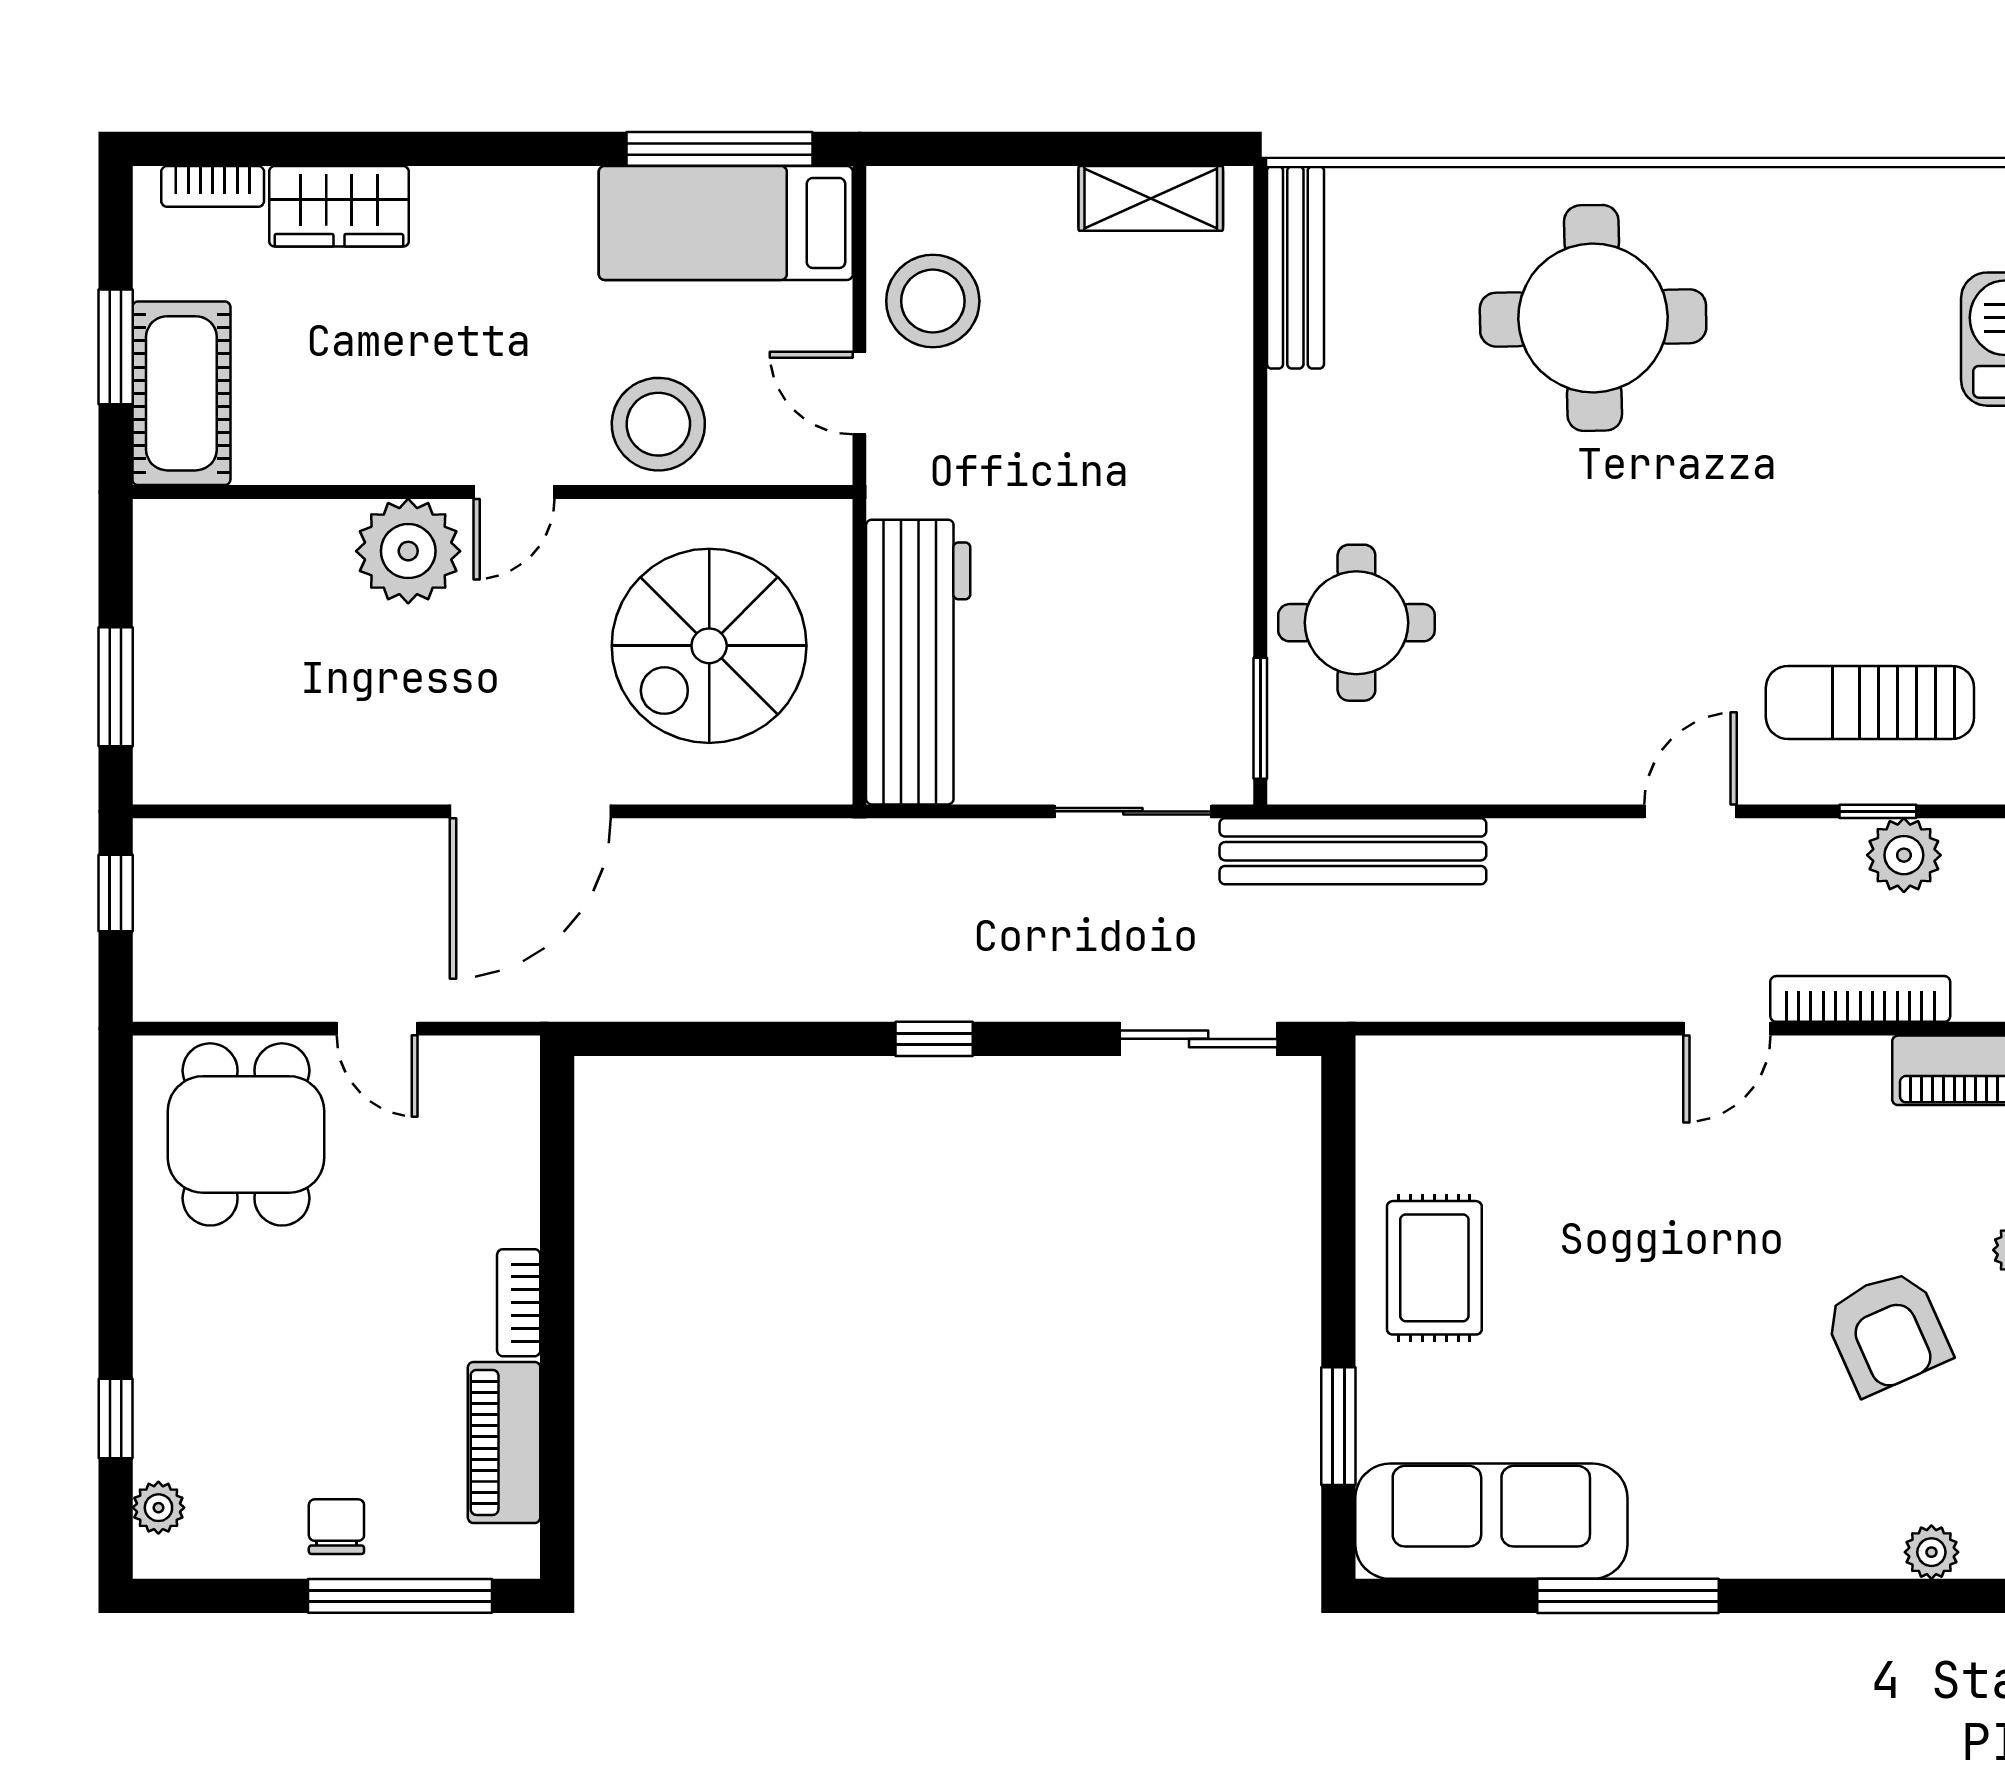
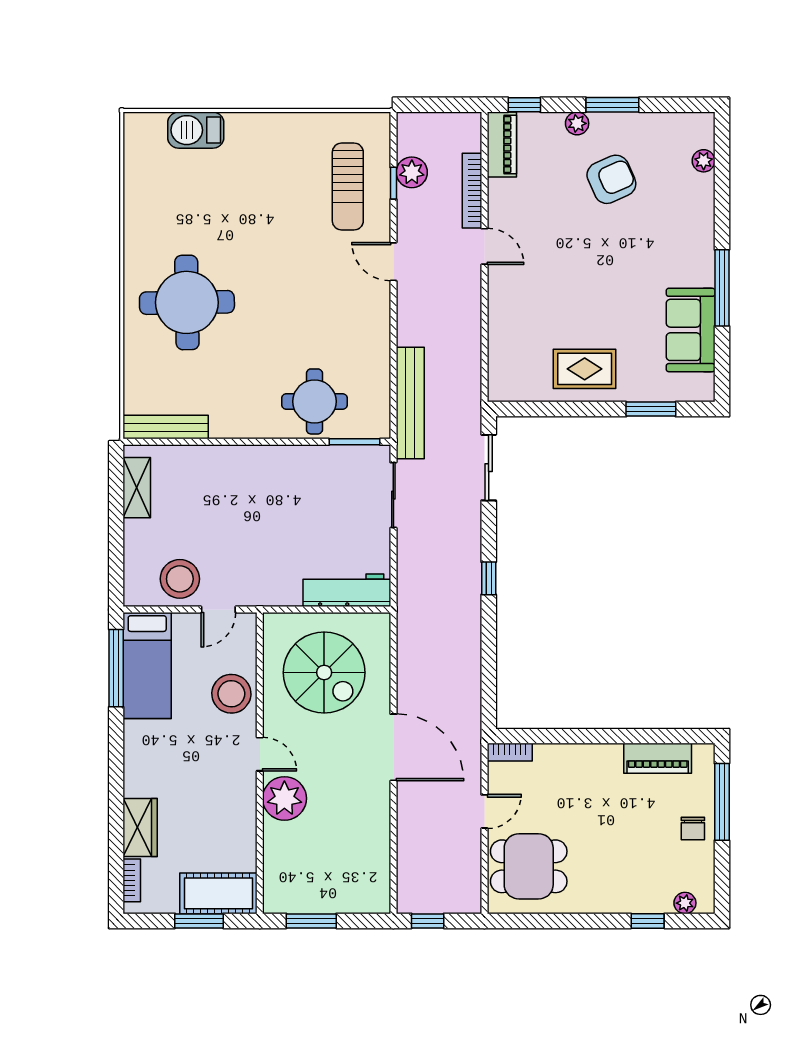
workbench: (918, 662) -> (347, 590), width x0.73, depth x0.76
window: (116, 687) -> (311, 921), moved
bookcase: (519, 1303) -> (510, 752), moved
sofa: (1491, 1521) -> (691, 330), width x0.73
chair: (336, 1527) -> (693, 829), turned -90

